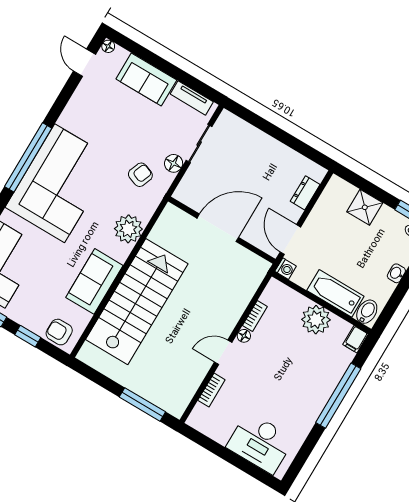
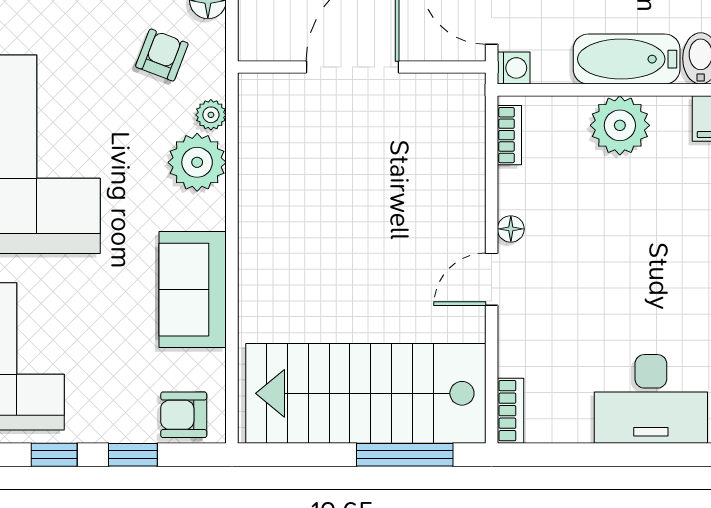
plant: (146, 212) -> (211, 115), added
stairs: (137, 302) -> (366, 393), moved, turned -90
bookcase: (255, 316) -> (509, 135), moved
bookcase: (211, 390) -> (510, 411), moved

